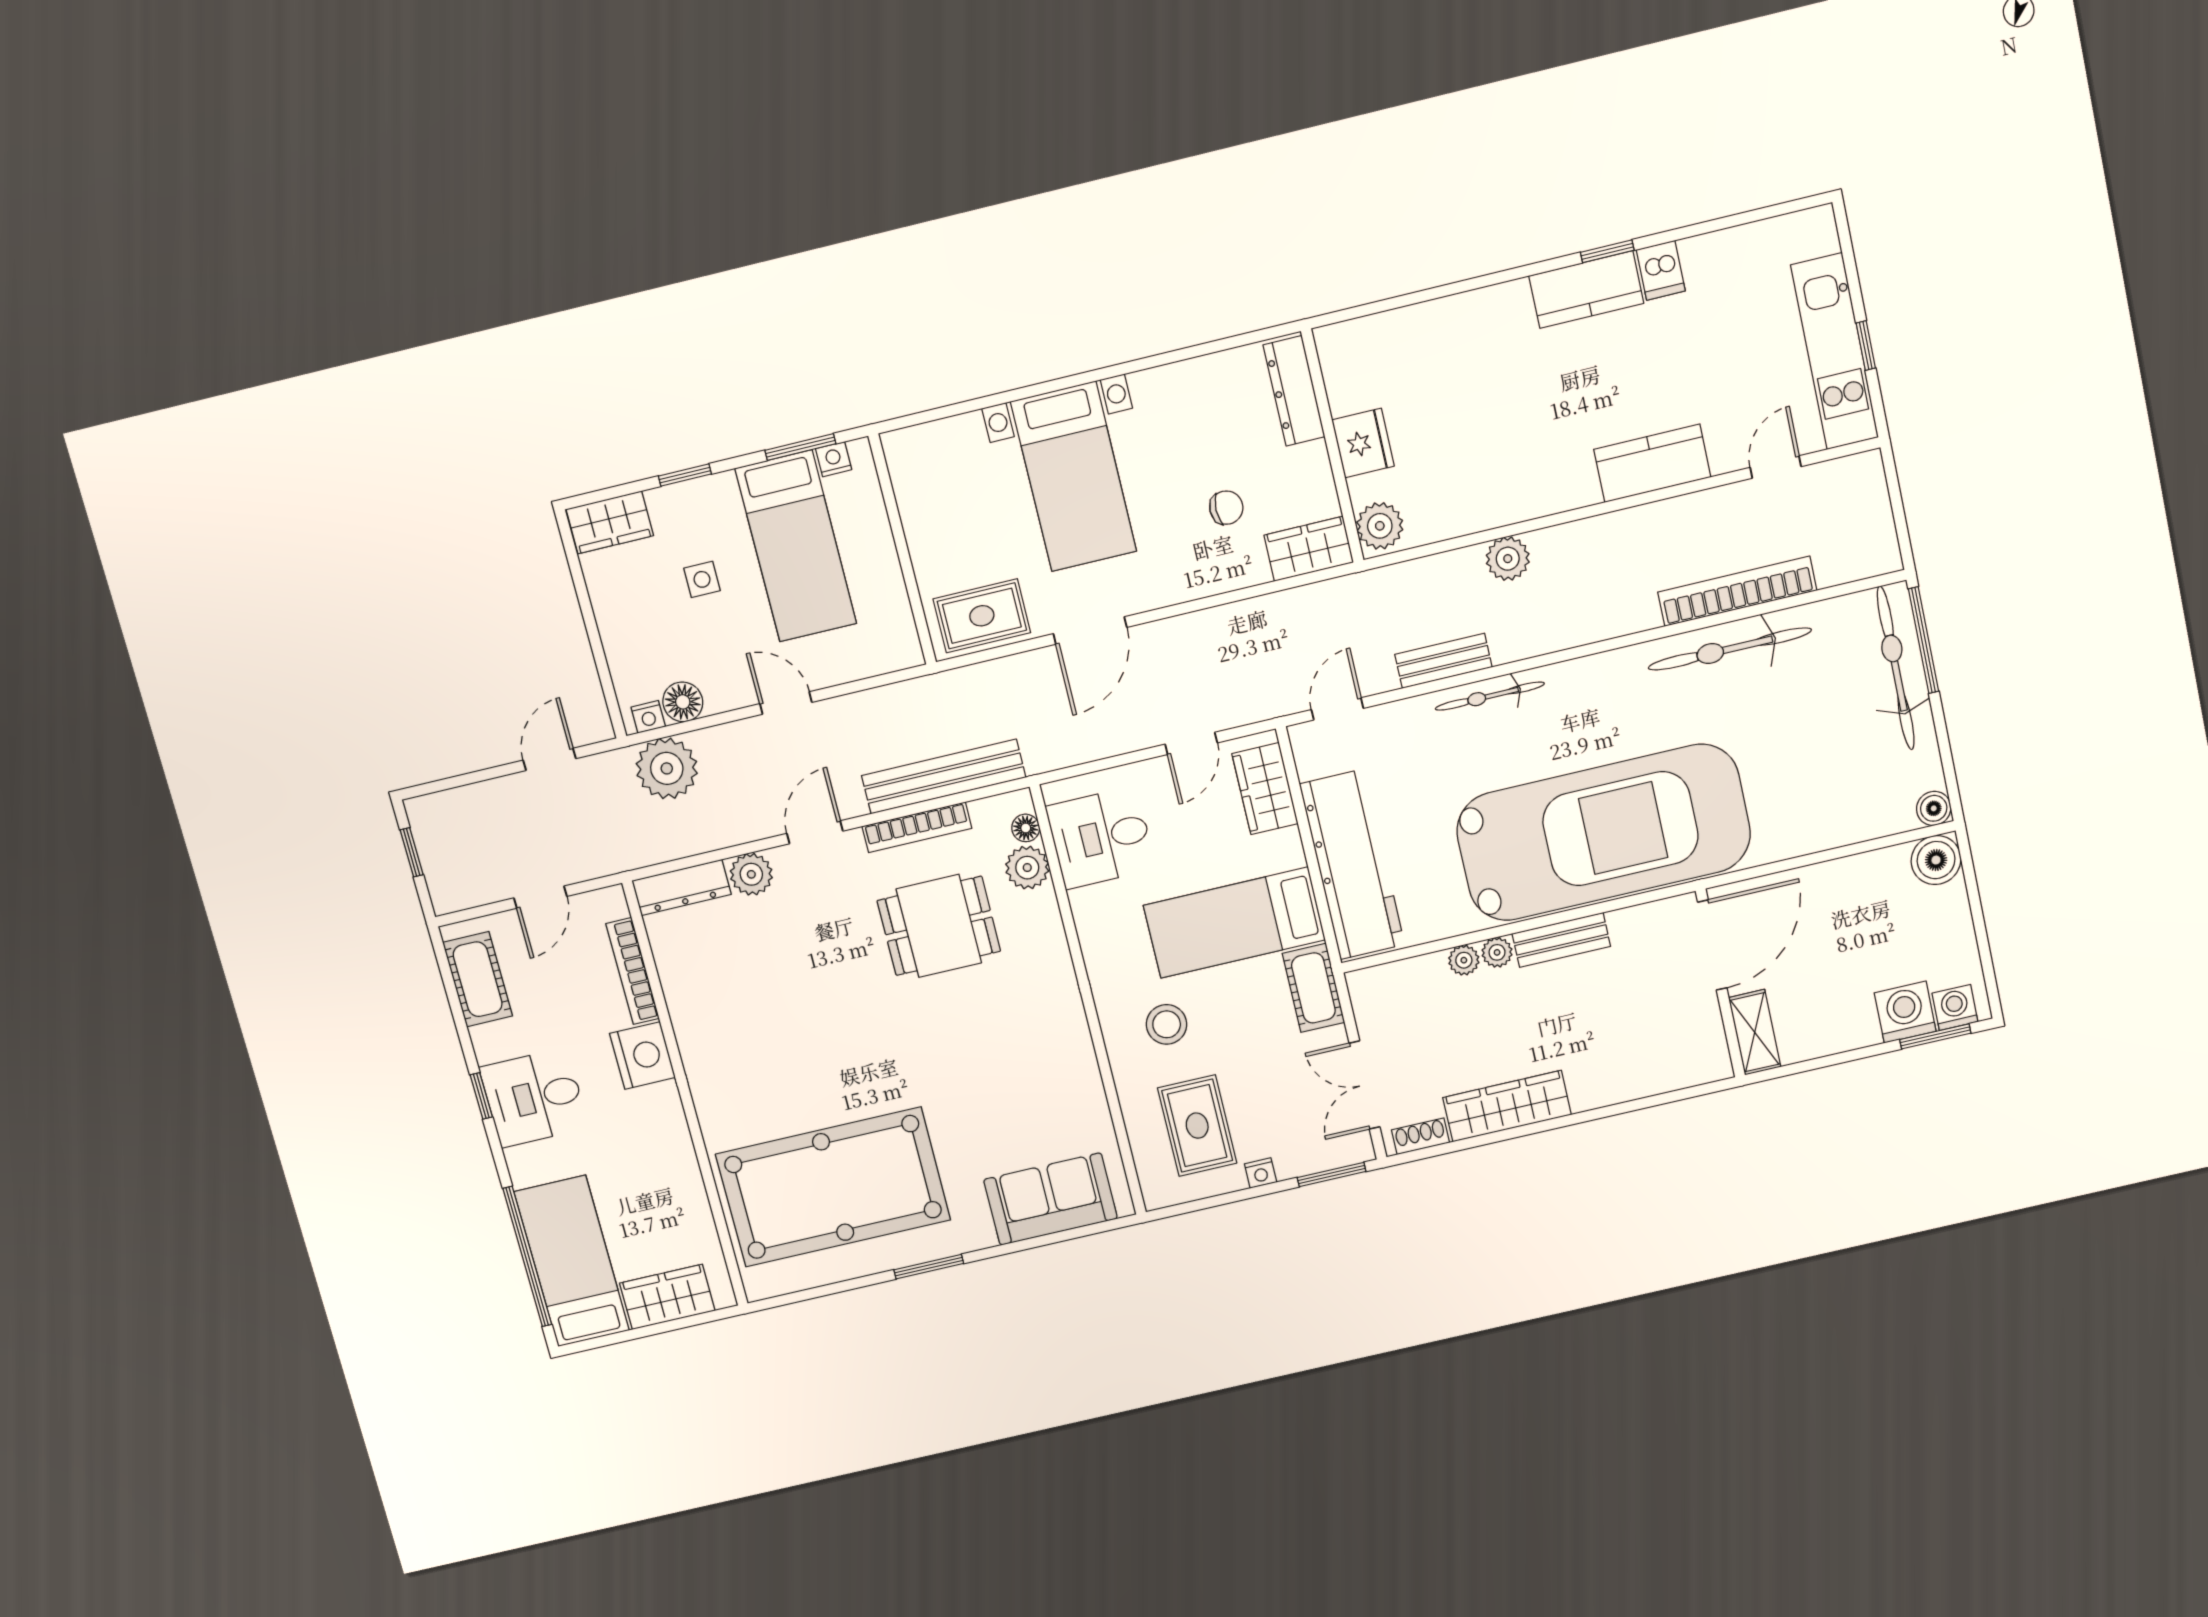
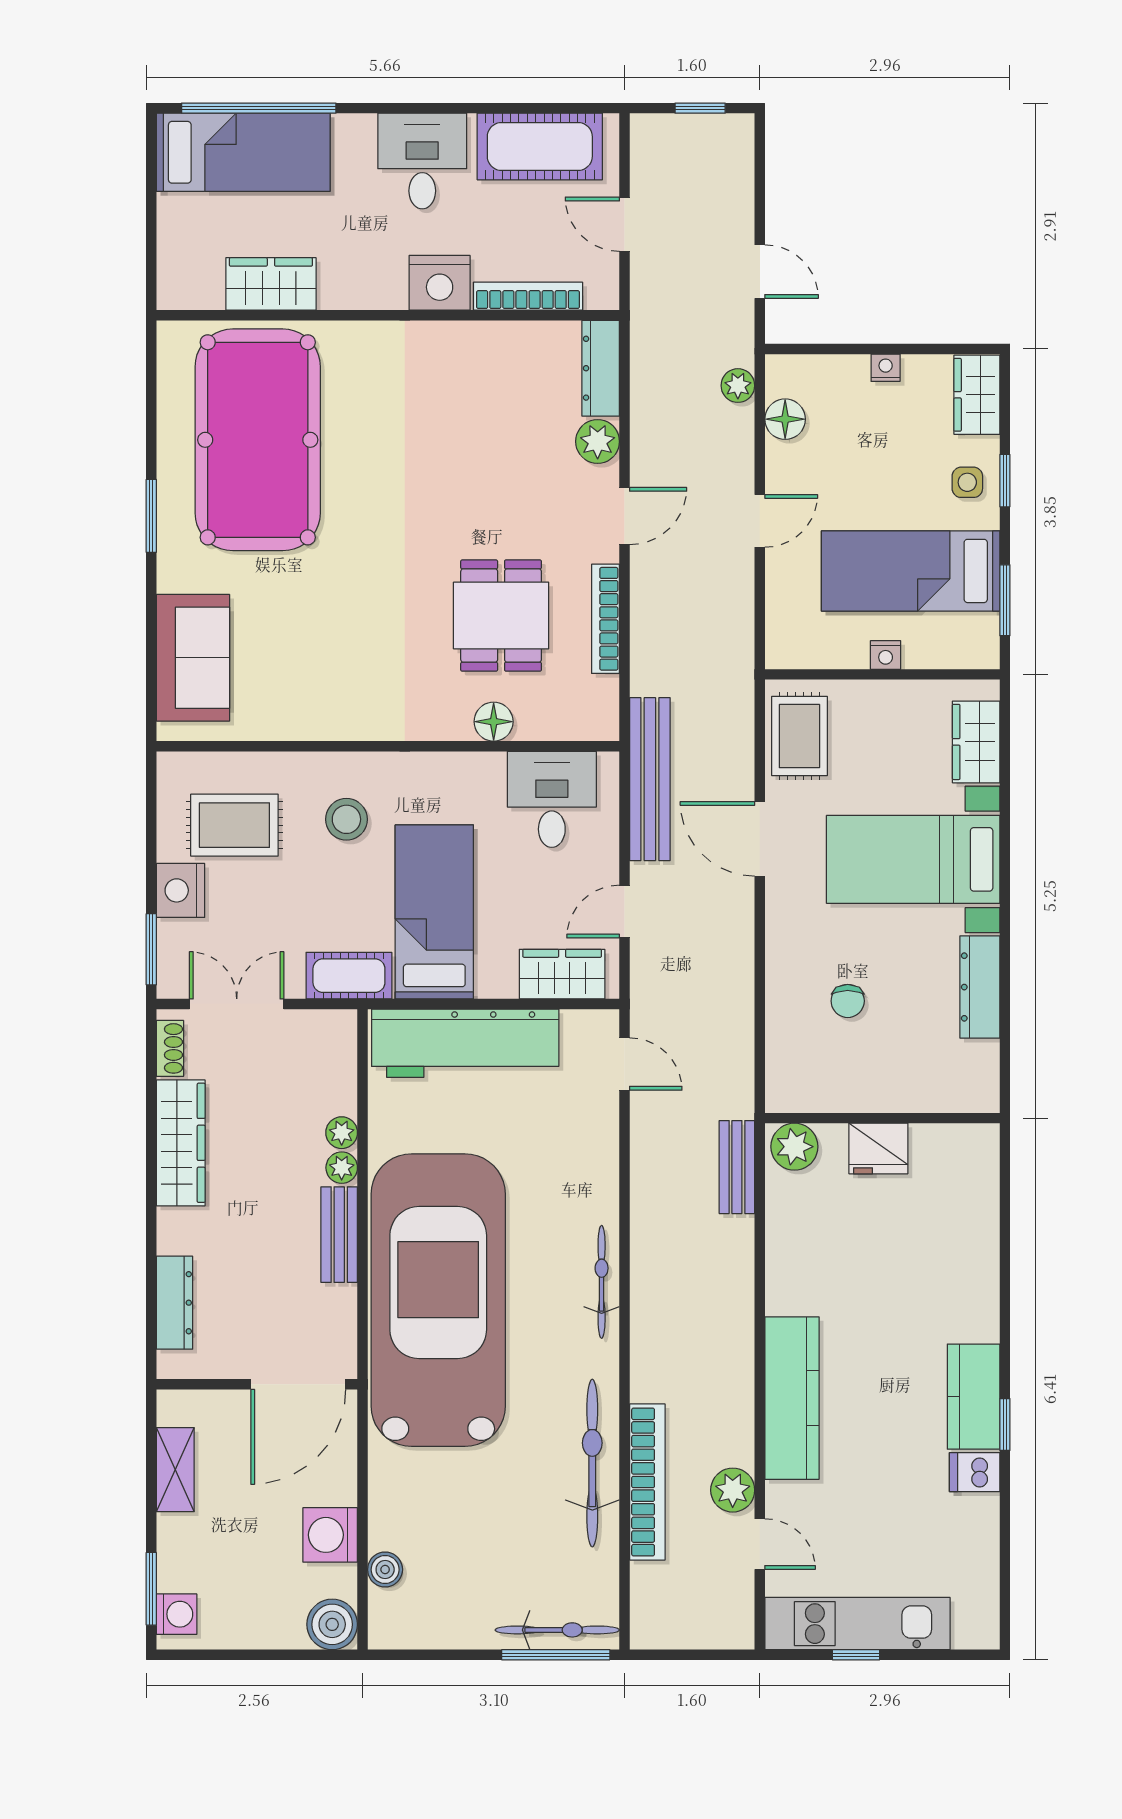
dresser: (1294, 391) -> (980, 987), moved, turned -90
nightstand: (834, 459) -> (886, 655), moved, turned 90
kitchen counter: (1652, 463) -> (792, 1398), width x1.50
wardrobe: (1309, 549) -> (976, 742), moved, turned 180
plant: (1508, 559) -> (733, 1490), moved
side table: (702, 579) -> (967, 482), moved
bench: (1443, 661) -> (737, 1167), moved
bicycle: (1896, 668) -> (557, 1630), width x0.73, depth x0.71
bicycle: (1490, 696) -> (602, 1282), moved
nightstand: (648, 717) -> (886, 368), moved, turned 90
door: (1191, 743) -> (625, 912), hinge flipped
plant: (667, 768) -> (738, 386), width x0.53, depth x0.53
bench: (944, 777) -> (650, 779), moved
boiler: (1934, 808) -> (385, 1570), moved
floor lamp: (1026, 828) -> (494, 722), moved, width x1.37, depth x1.37
door: (815, 832) -> (625, 516), hinge flipped
car: (1604, 833) -> (438, 1300), turned 180
plant: (1027, 868) -> (539, 719), removed
door: (1712, 945) -> (298, 1384), hinge flipped
cot: (478, 979) -> (540, 146), width x1.37, depth x1.34
washing machine: (1905, 1012) -> (330, 1535), moved, turned 180
shelving: (1755, 1032) -> (175, 1470), moved, turned 90
dresser: (1659, 1077) -> (175, 1303), added
window: (481, 1096) -> (437, 108), removed
nightstand: (1261, 1173) -> (181, 890), width x1.89, depth x1.79
wardrobe: (667, 1297) -> (271, 284), moved, turned -90

